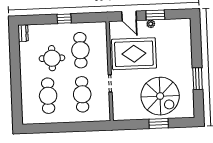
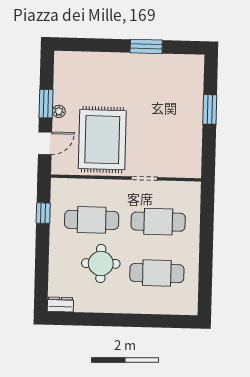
window: (64, 19) -> (43, 213), moved
spiral stairs: (160, 96) -> (169, 104), removed

